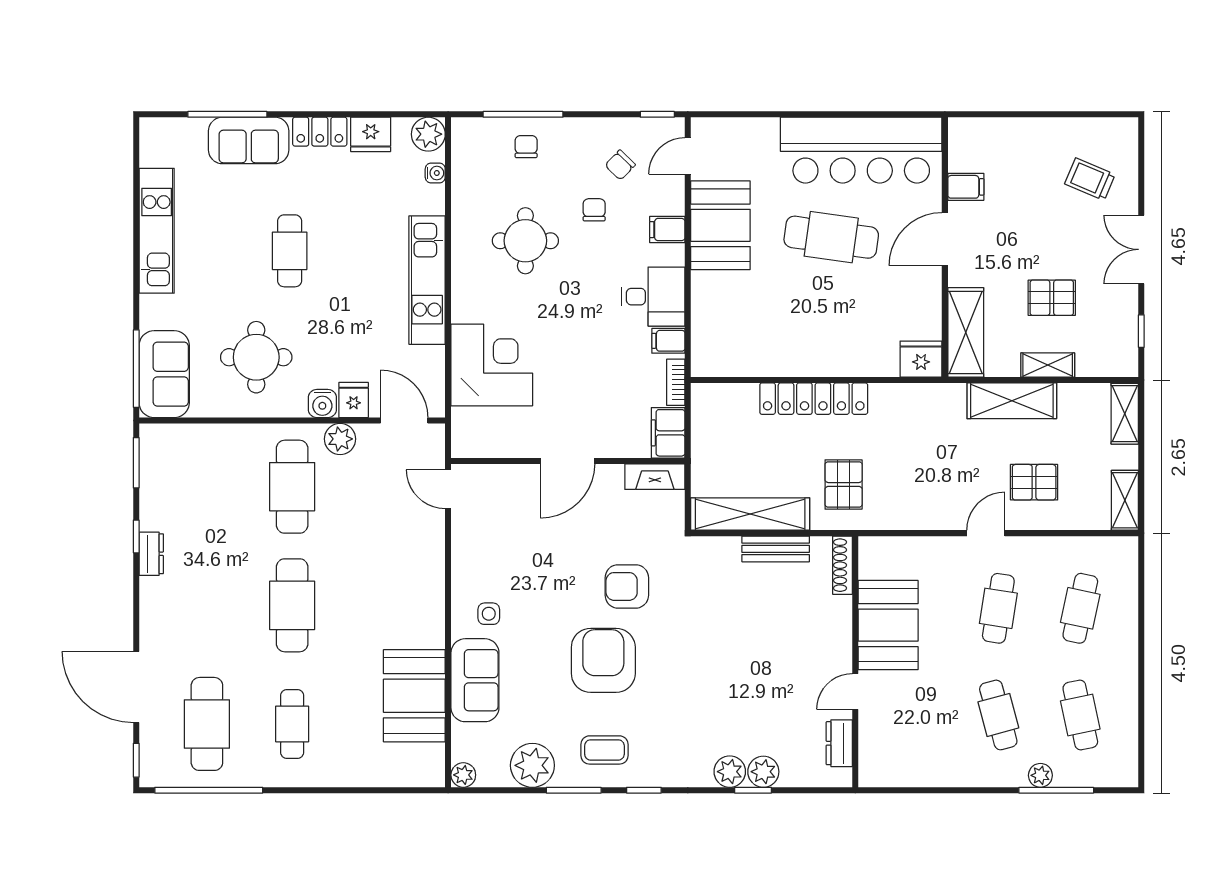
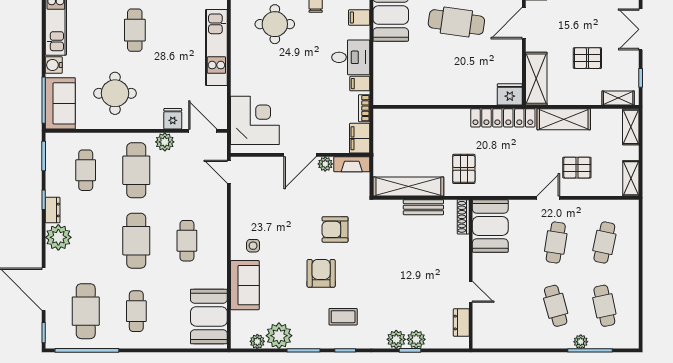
corner desk: (492, 365) -> (255, 120), moved
shelving: (1048, 365) -> (618, 98), moved
locker: (814, 399) -> (503, 118), moved
water cooler: (322, 404) -> (54, 65), moved, turned 90
plant: (610, 476) -> (325, 164), added
cafe table: (207, 487) -> (86, 170), added
plant: (161, 600) -> (58, 237), added
cafe table: (377, 605) -> (187, 241), added
booth: (888, 625) -> (490, 226), moved
armchair: (603, 660) -> (321, 273), width x0.73, depth x0.73
door: (855, 691) -> (471, 292), swing flipped
booth: (414, 696) -> (209, 316), moved
coffee table: (604, 750) -> (343, 317), moved
plant: (463, 775) -> (257, 341), moved

